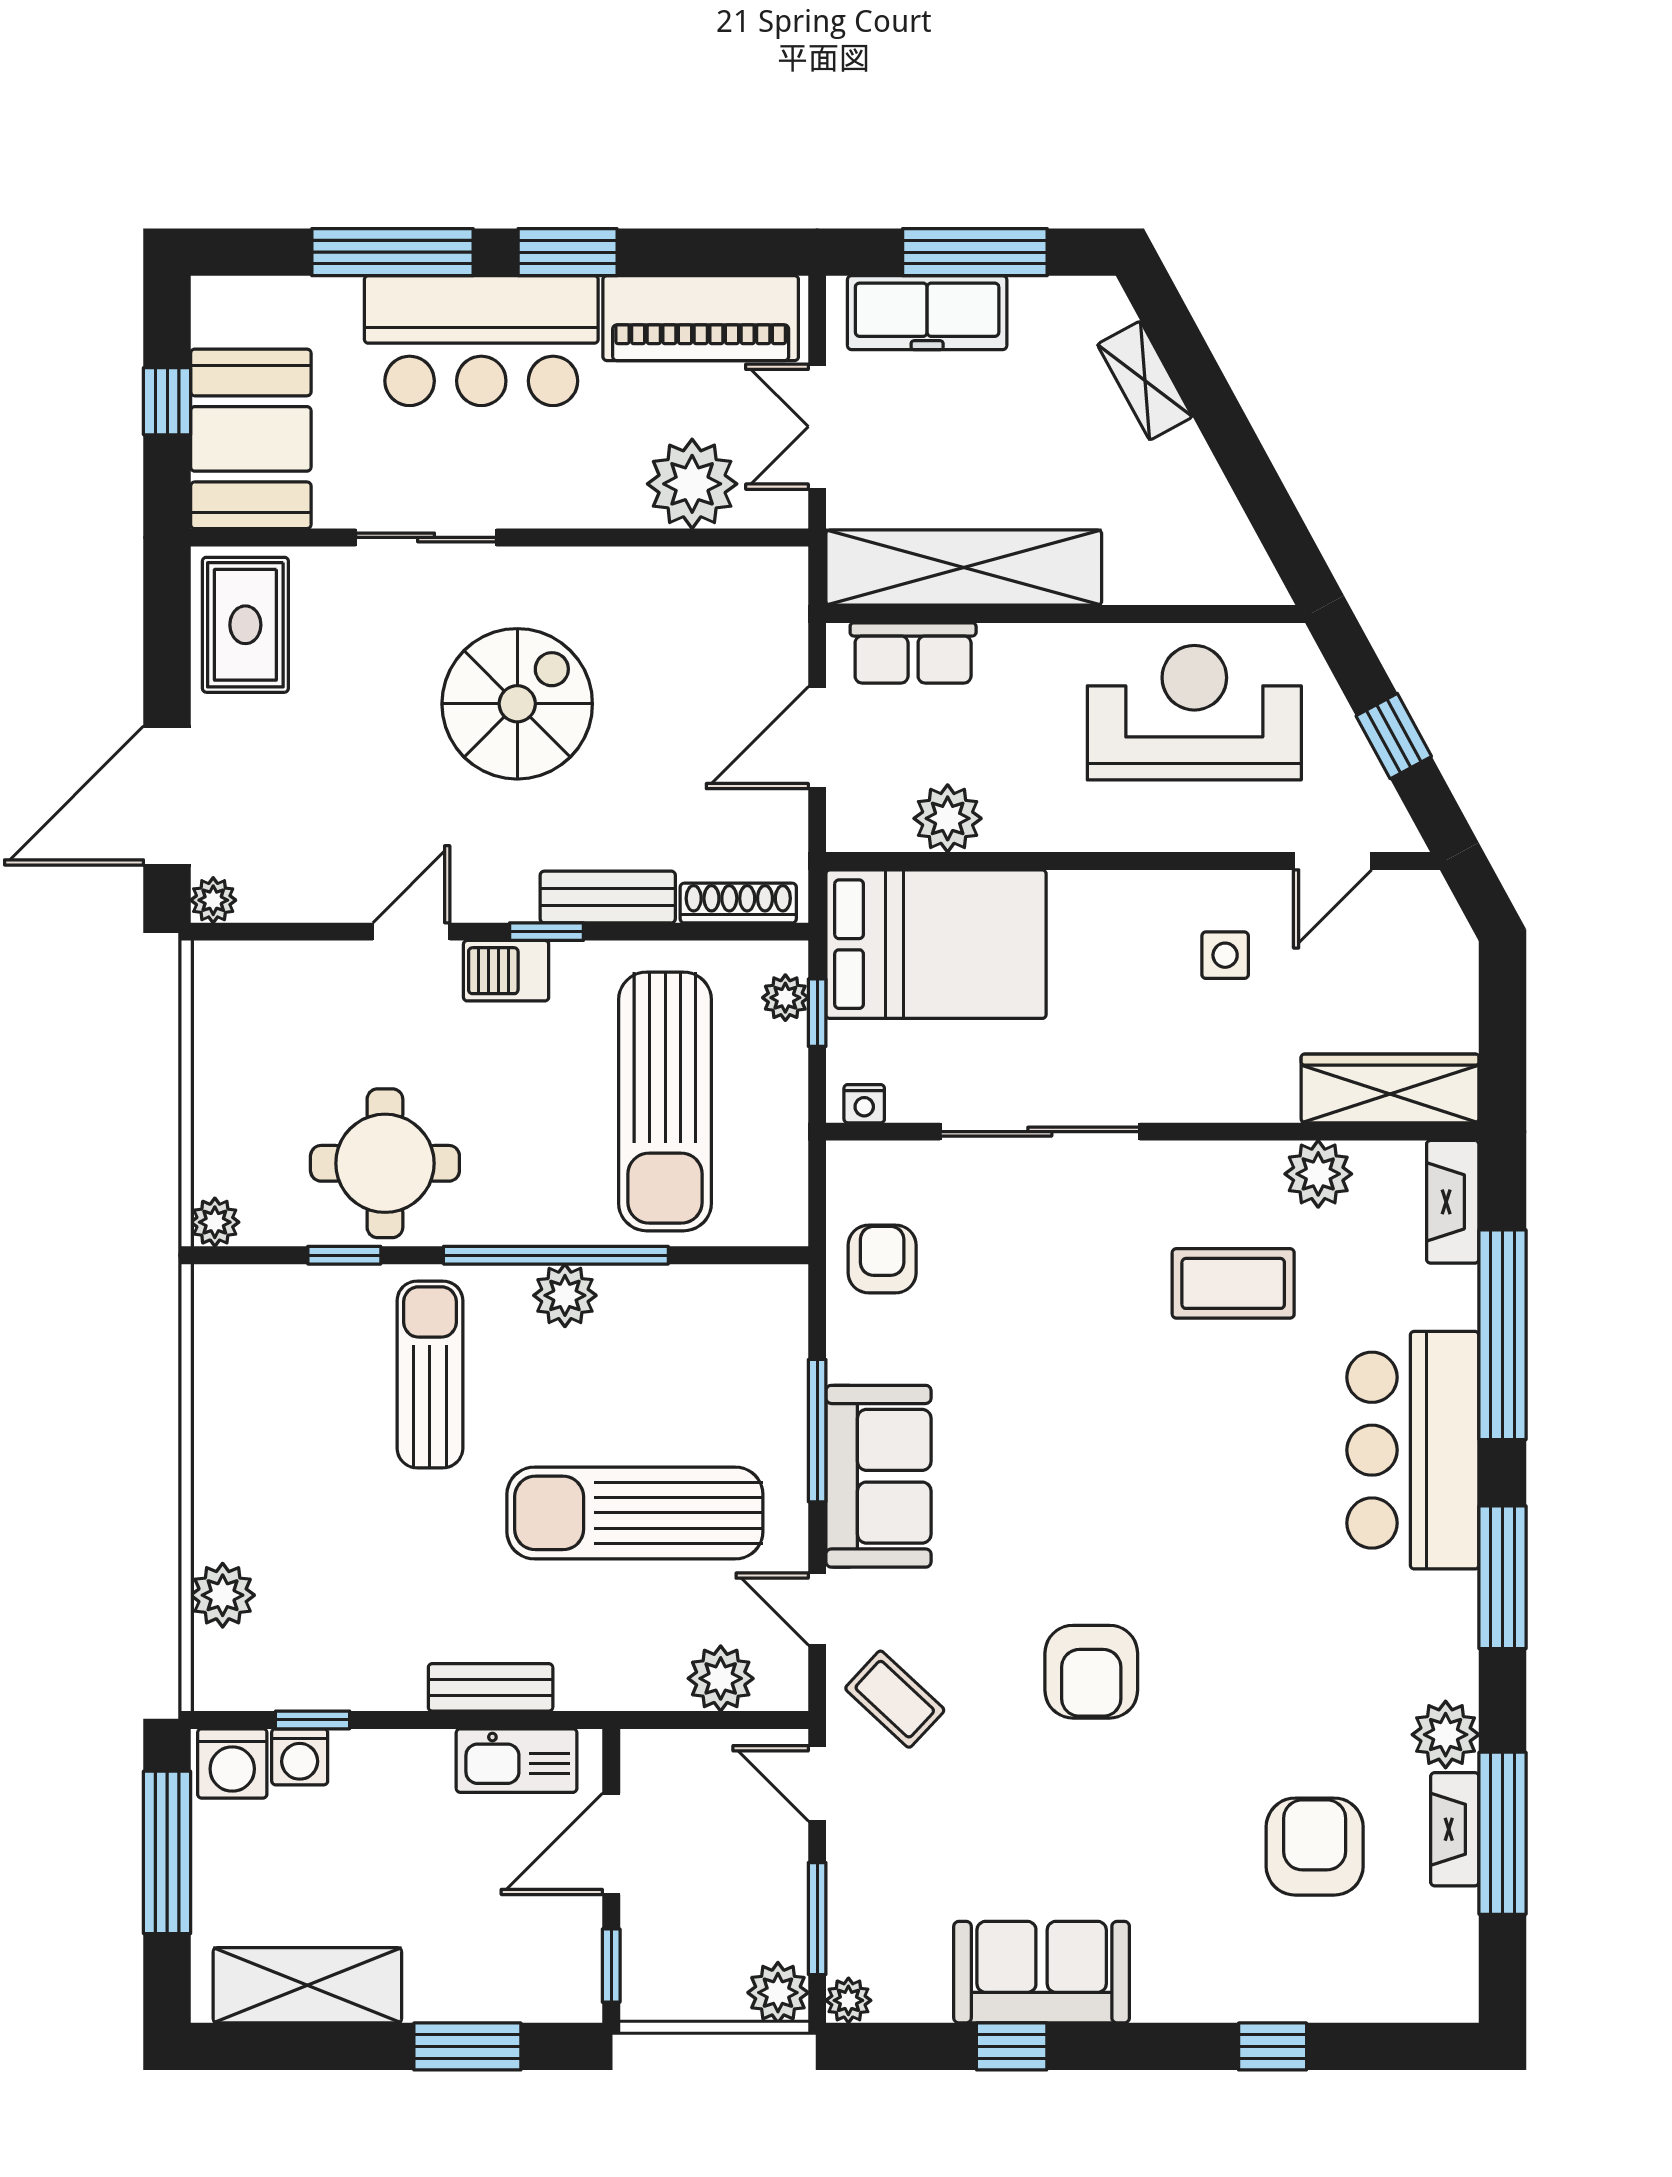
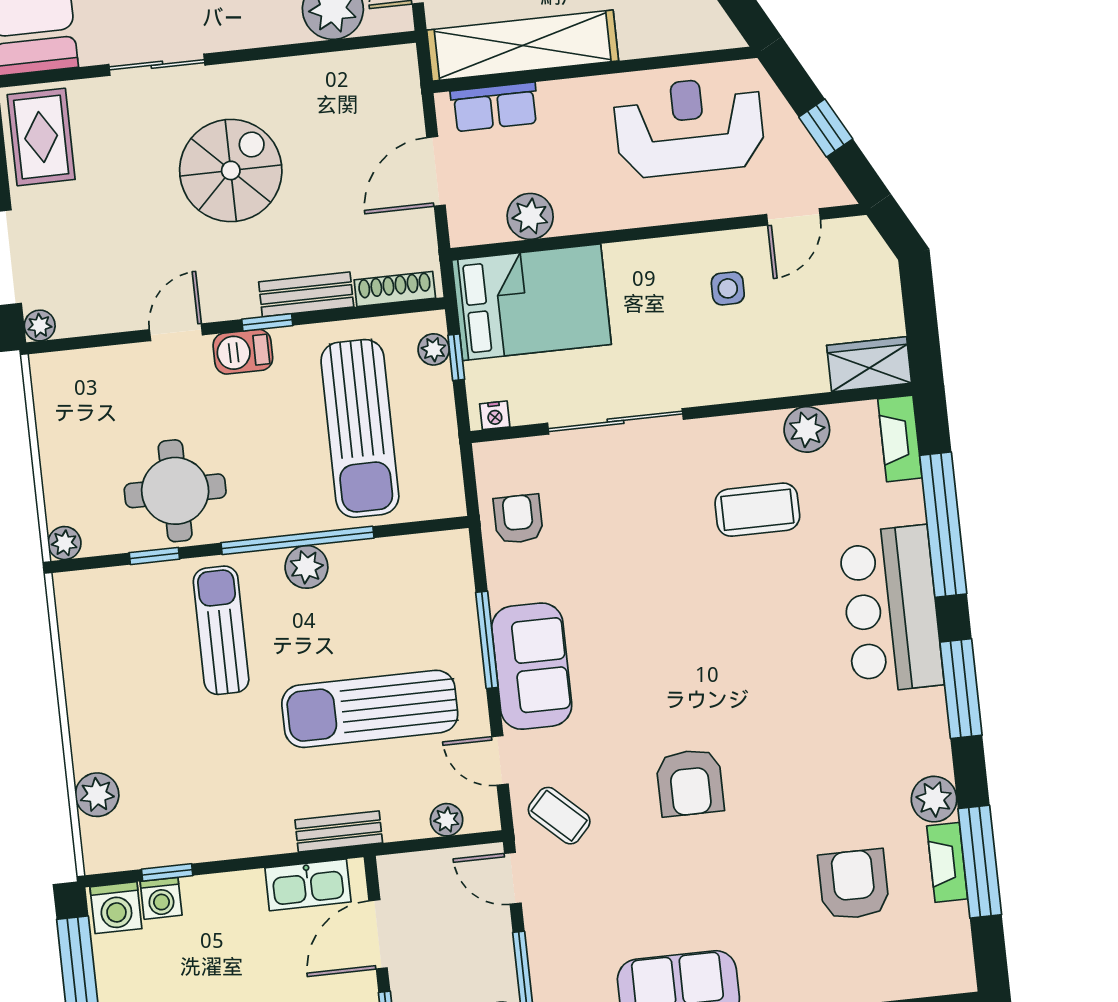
wardrobe: (1390, 1088) -> (869, 364), width x0.67
plant: (721, 1678) -> (447, 820), width x0.73, depth x0.73
bench: (491, 1687) -> (339, 831), moved

